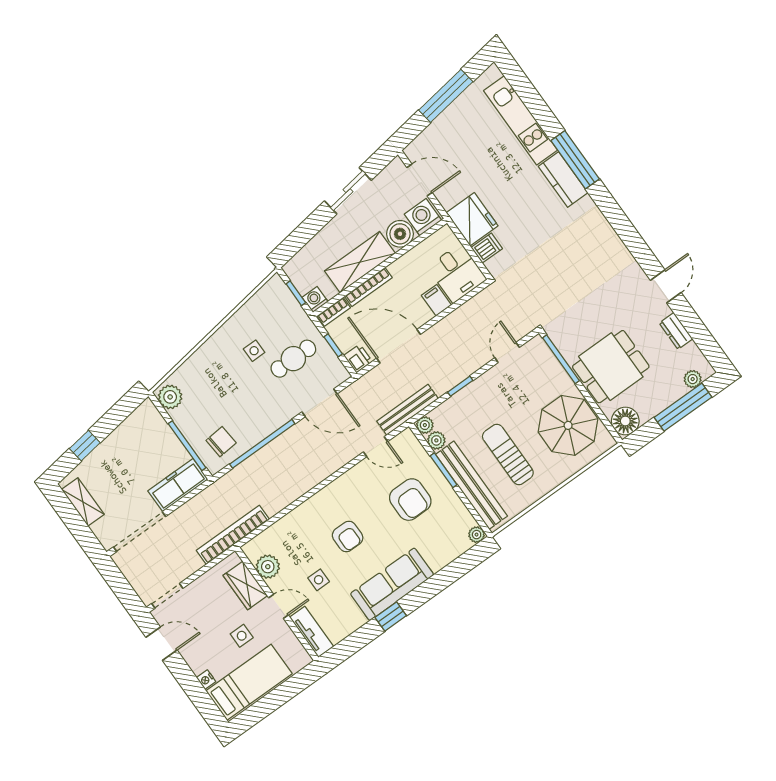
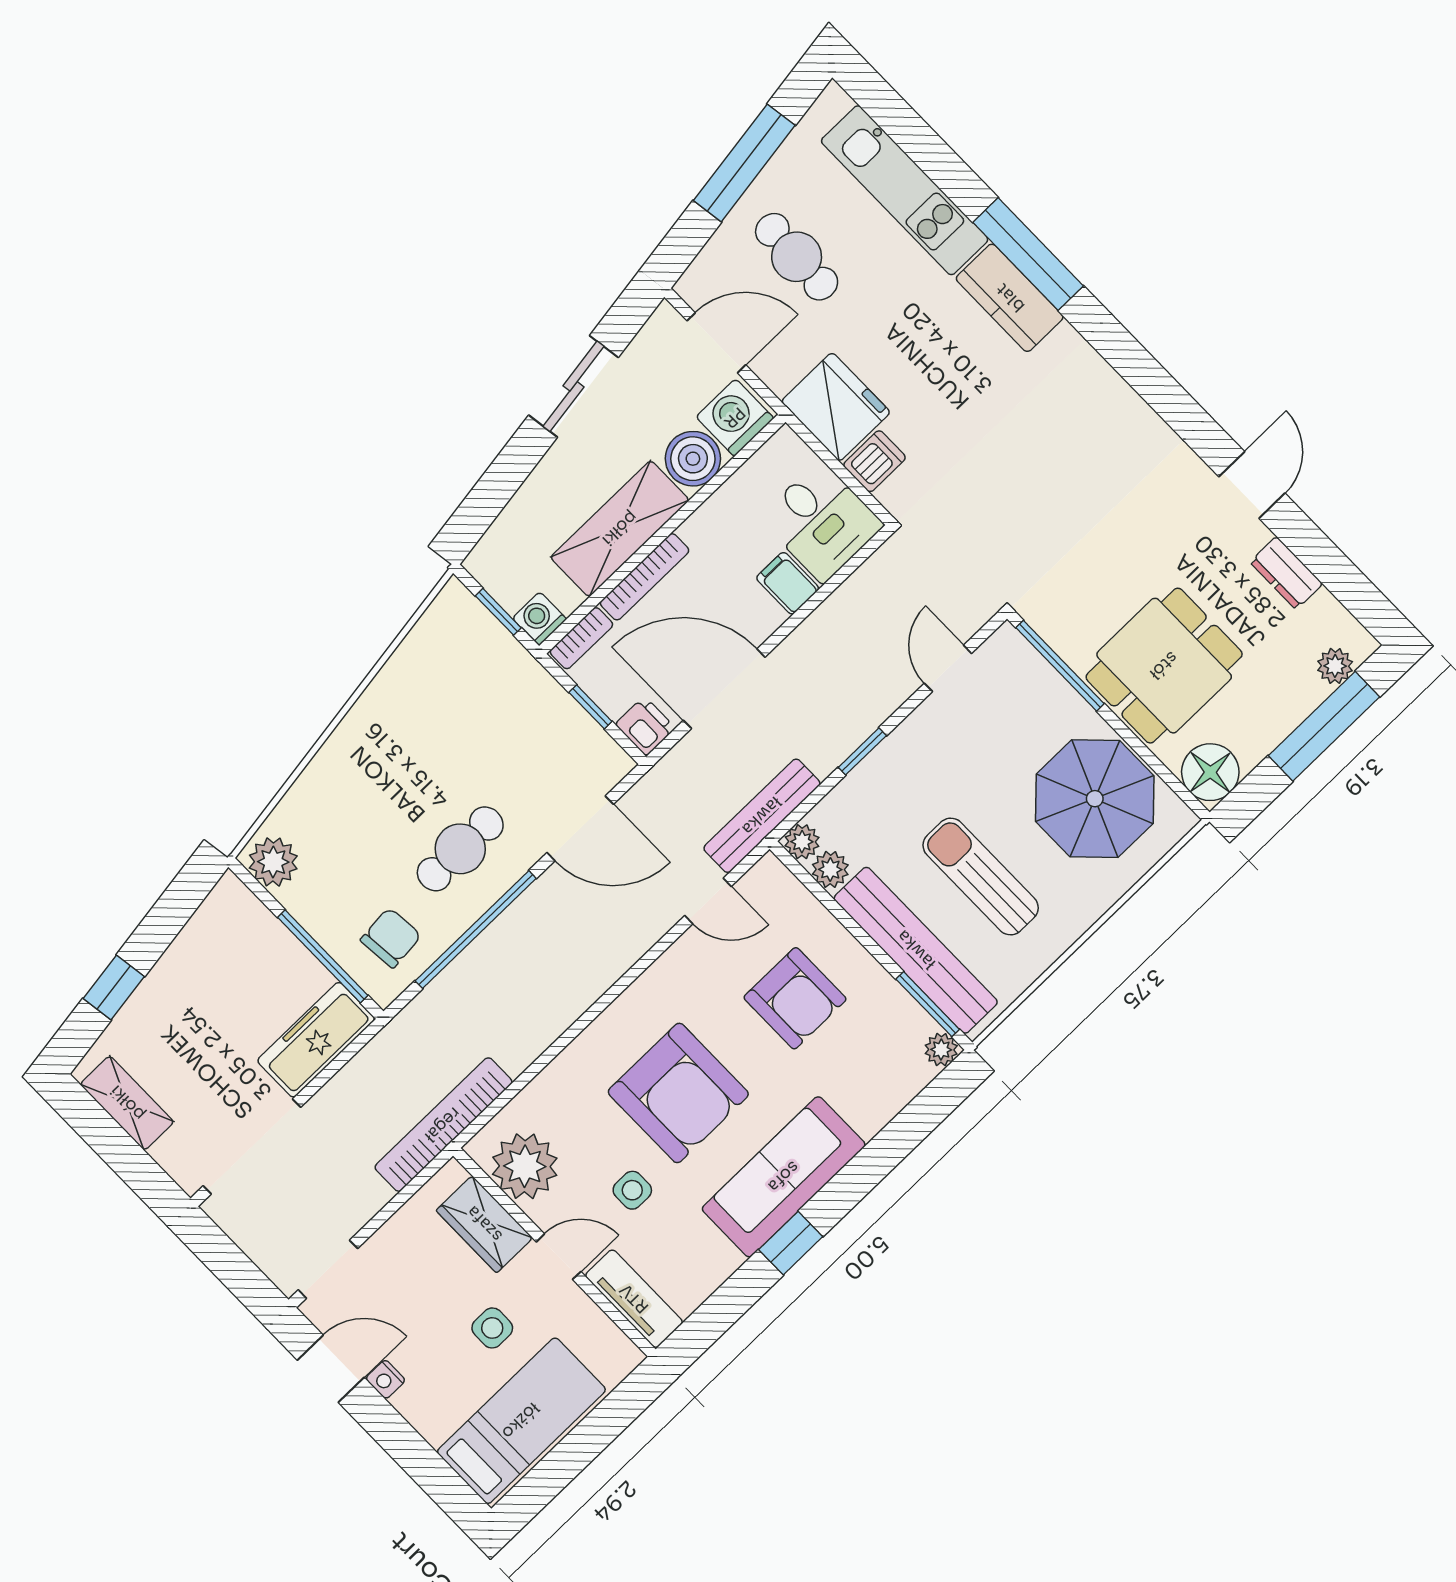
cafe table: (464, 145) -> (797, 257), added
side table: (254, 351) -> (431, 742), removed
cafe table: (293, 359) -> (460, 849), moved
window: (444, 470) -> (928, 1004), moved
armchair: (348, 537) -> (678, 1093), width x1.88, depth x1.88
plant: (268, 567) -> (525, 1166), width x1.36, depth x1.36
nightstand: (206, 680) -> (385, 1379), moved

